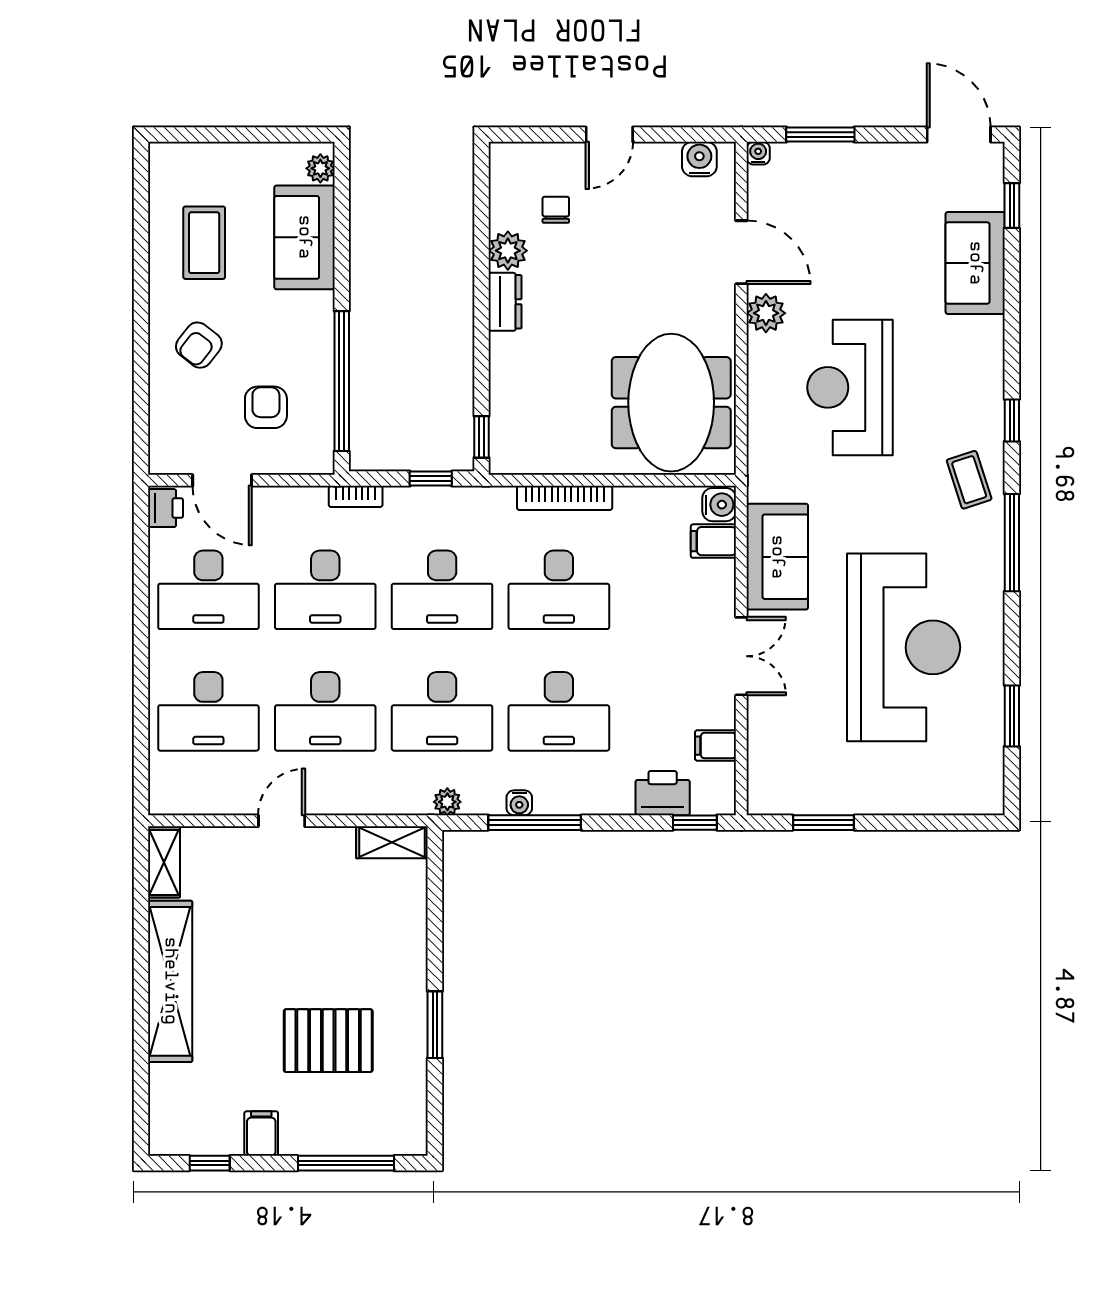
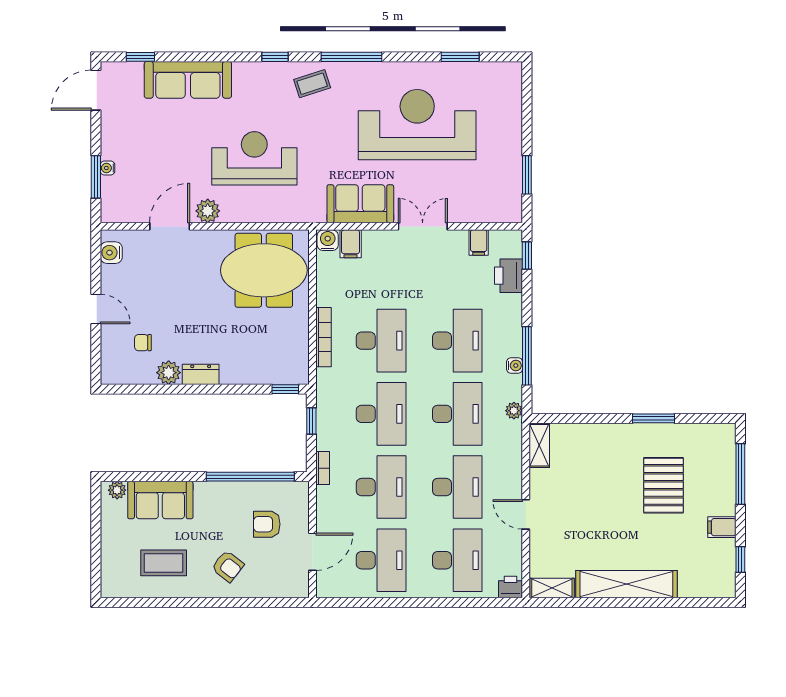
water cooler: (758, 153) -> (108, 168), moved
sofa: (975, 263) -> (188, 80), width x1.36
reception desk: (850, 387) -> (254, 158), turned 180
printer: (166, 508) -> (510, 587), moved

